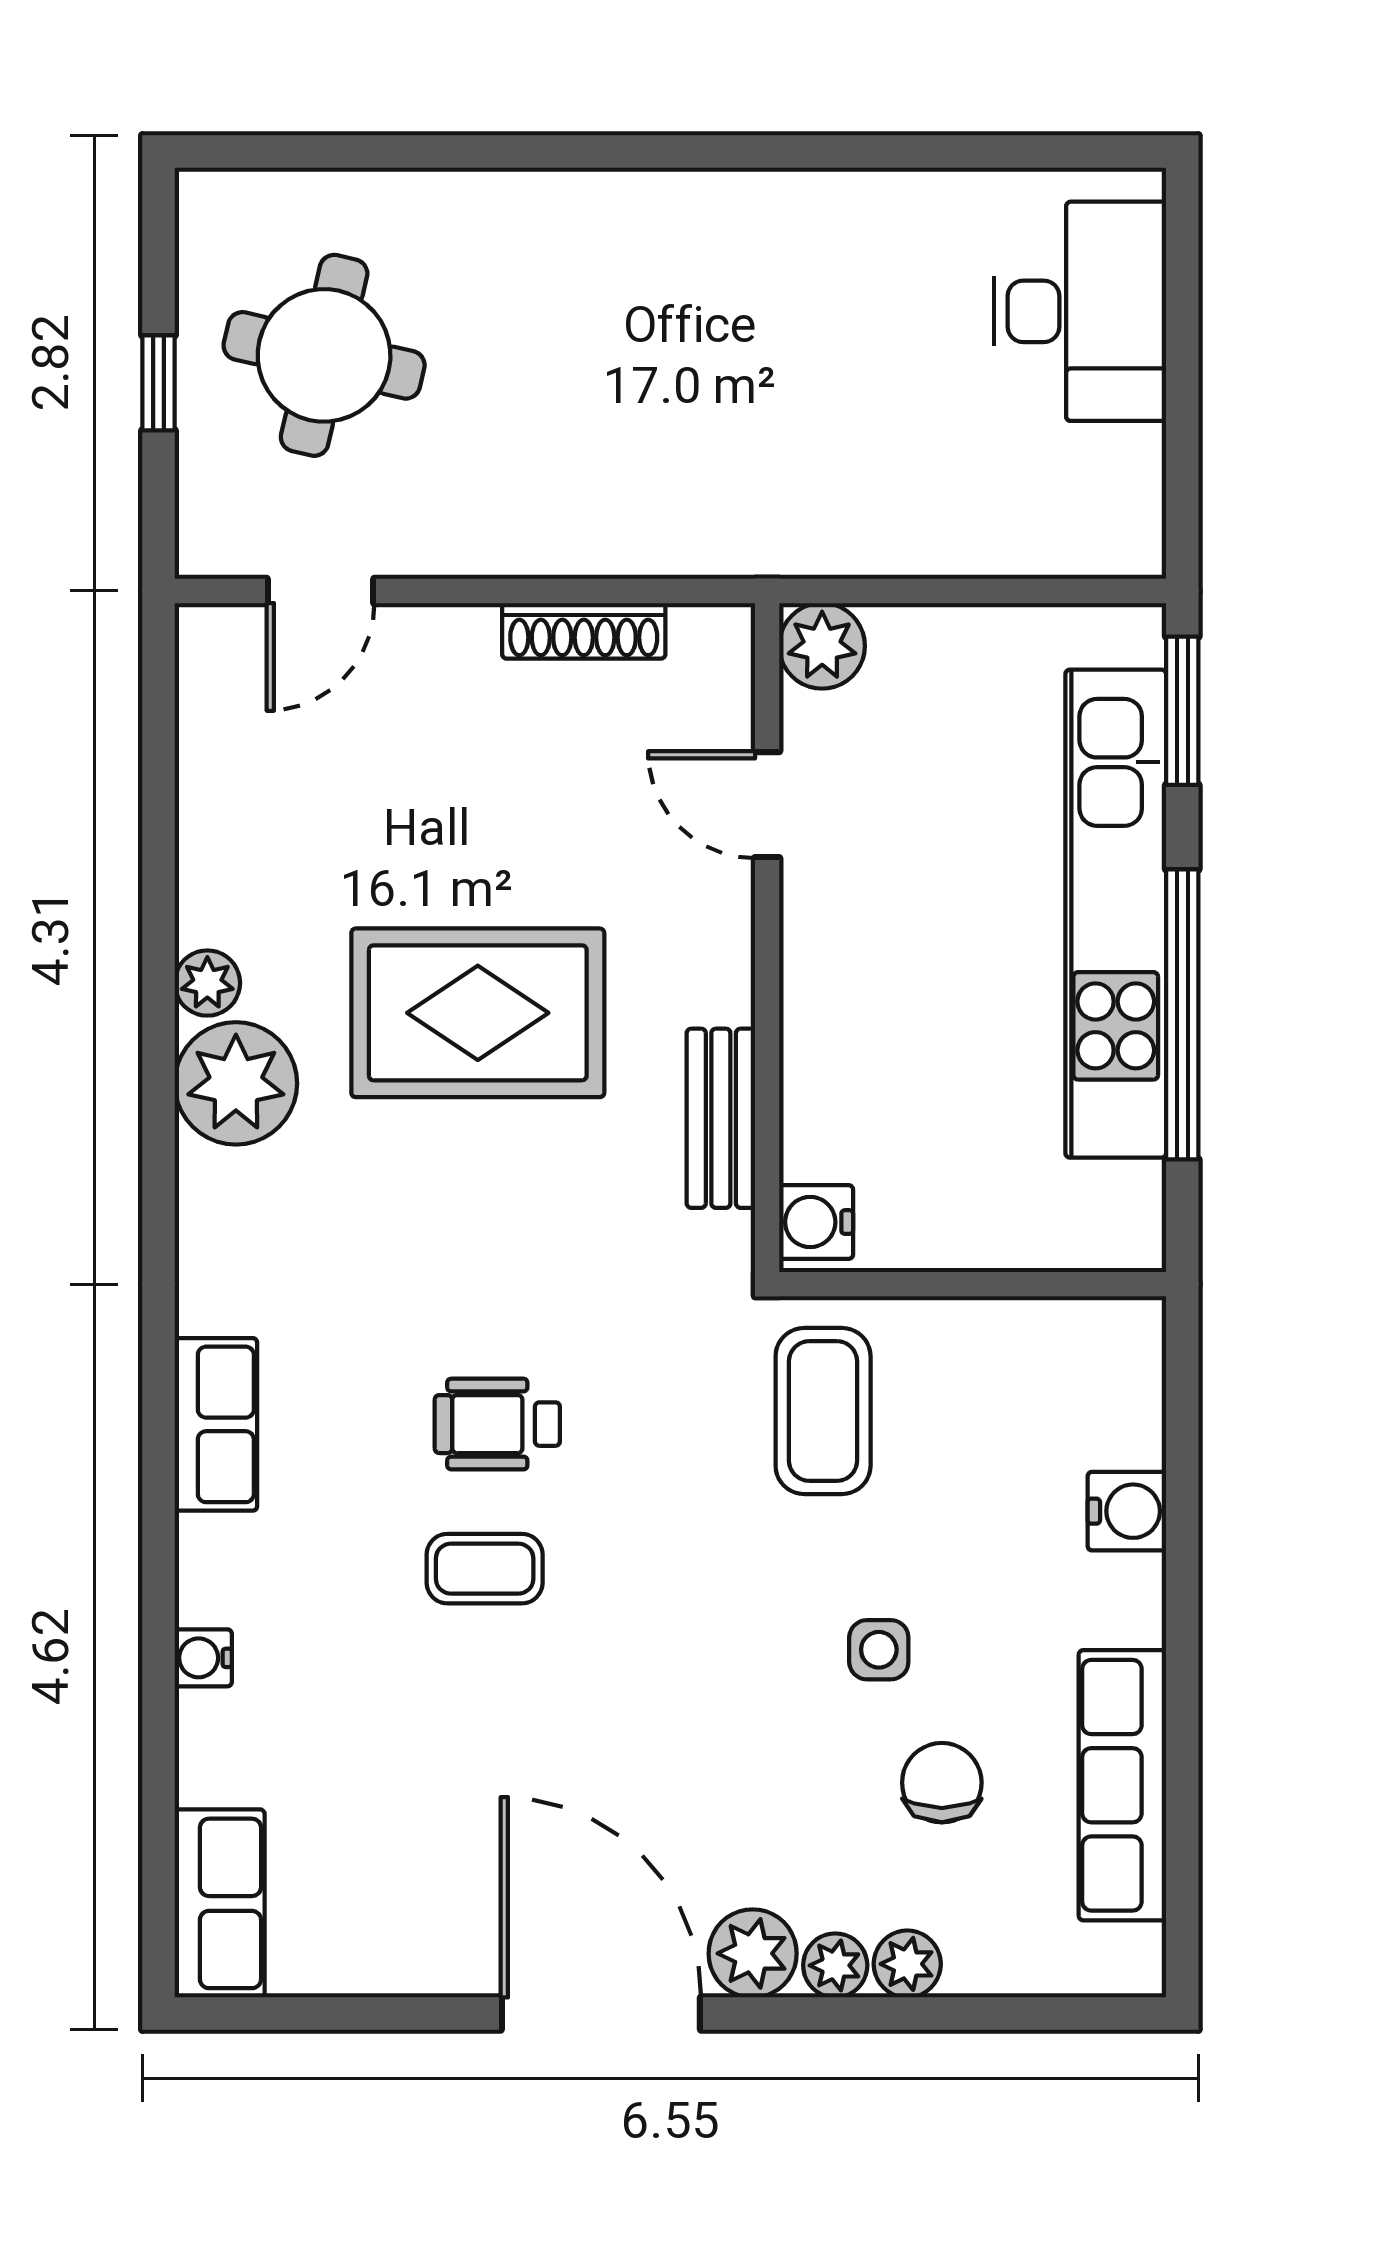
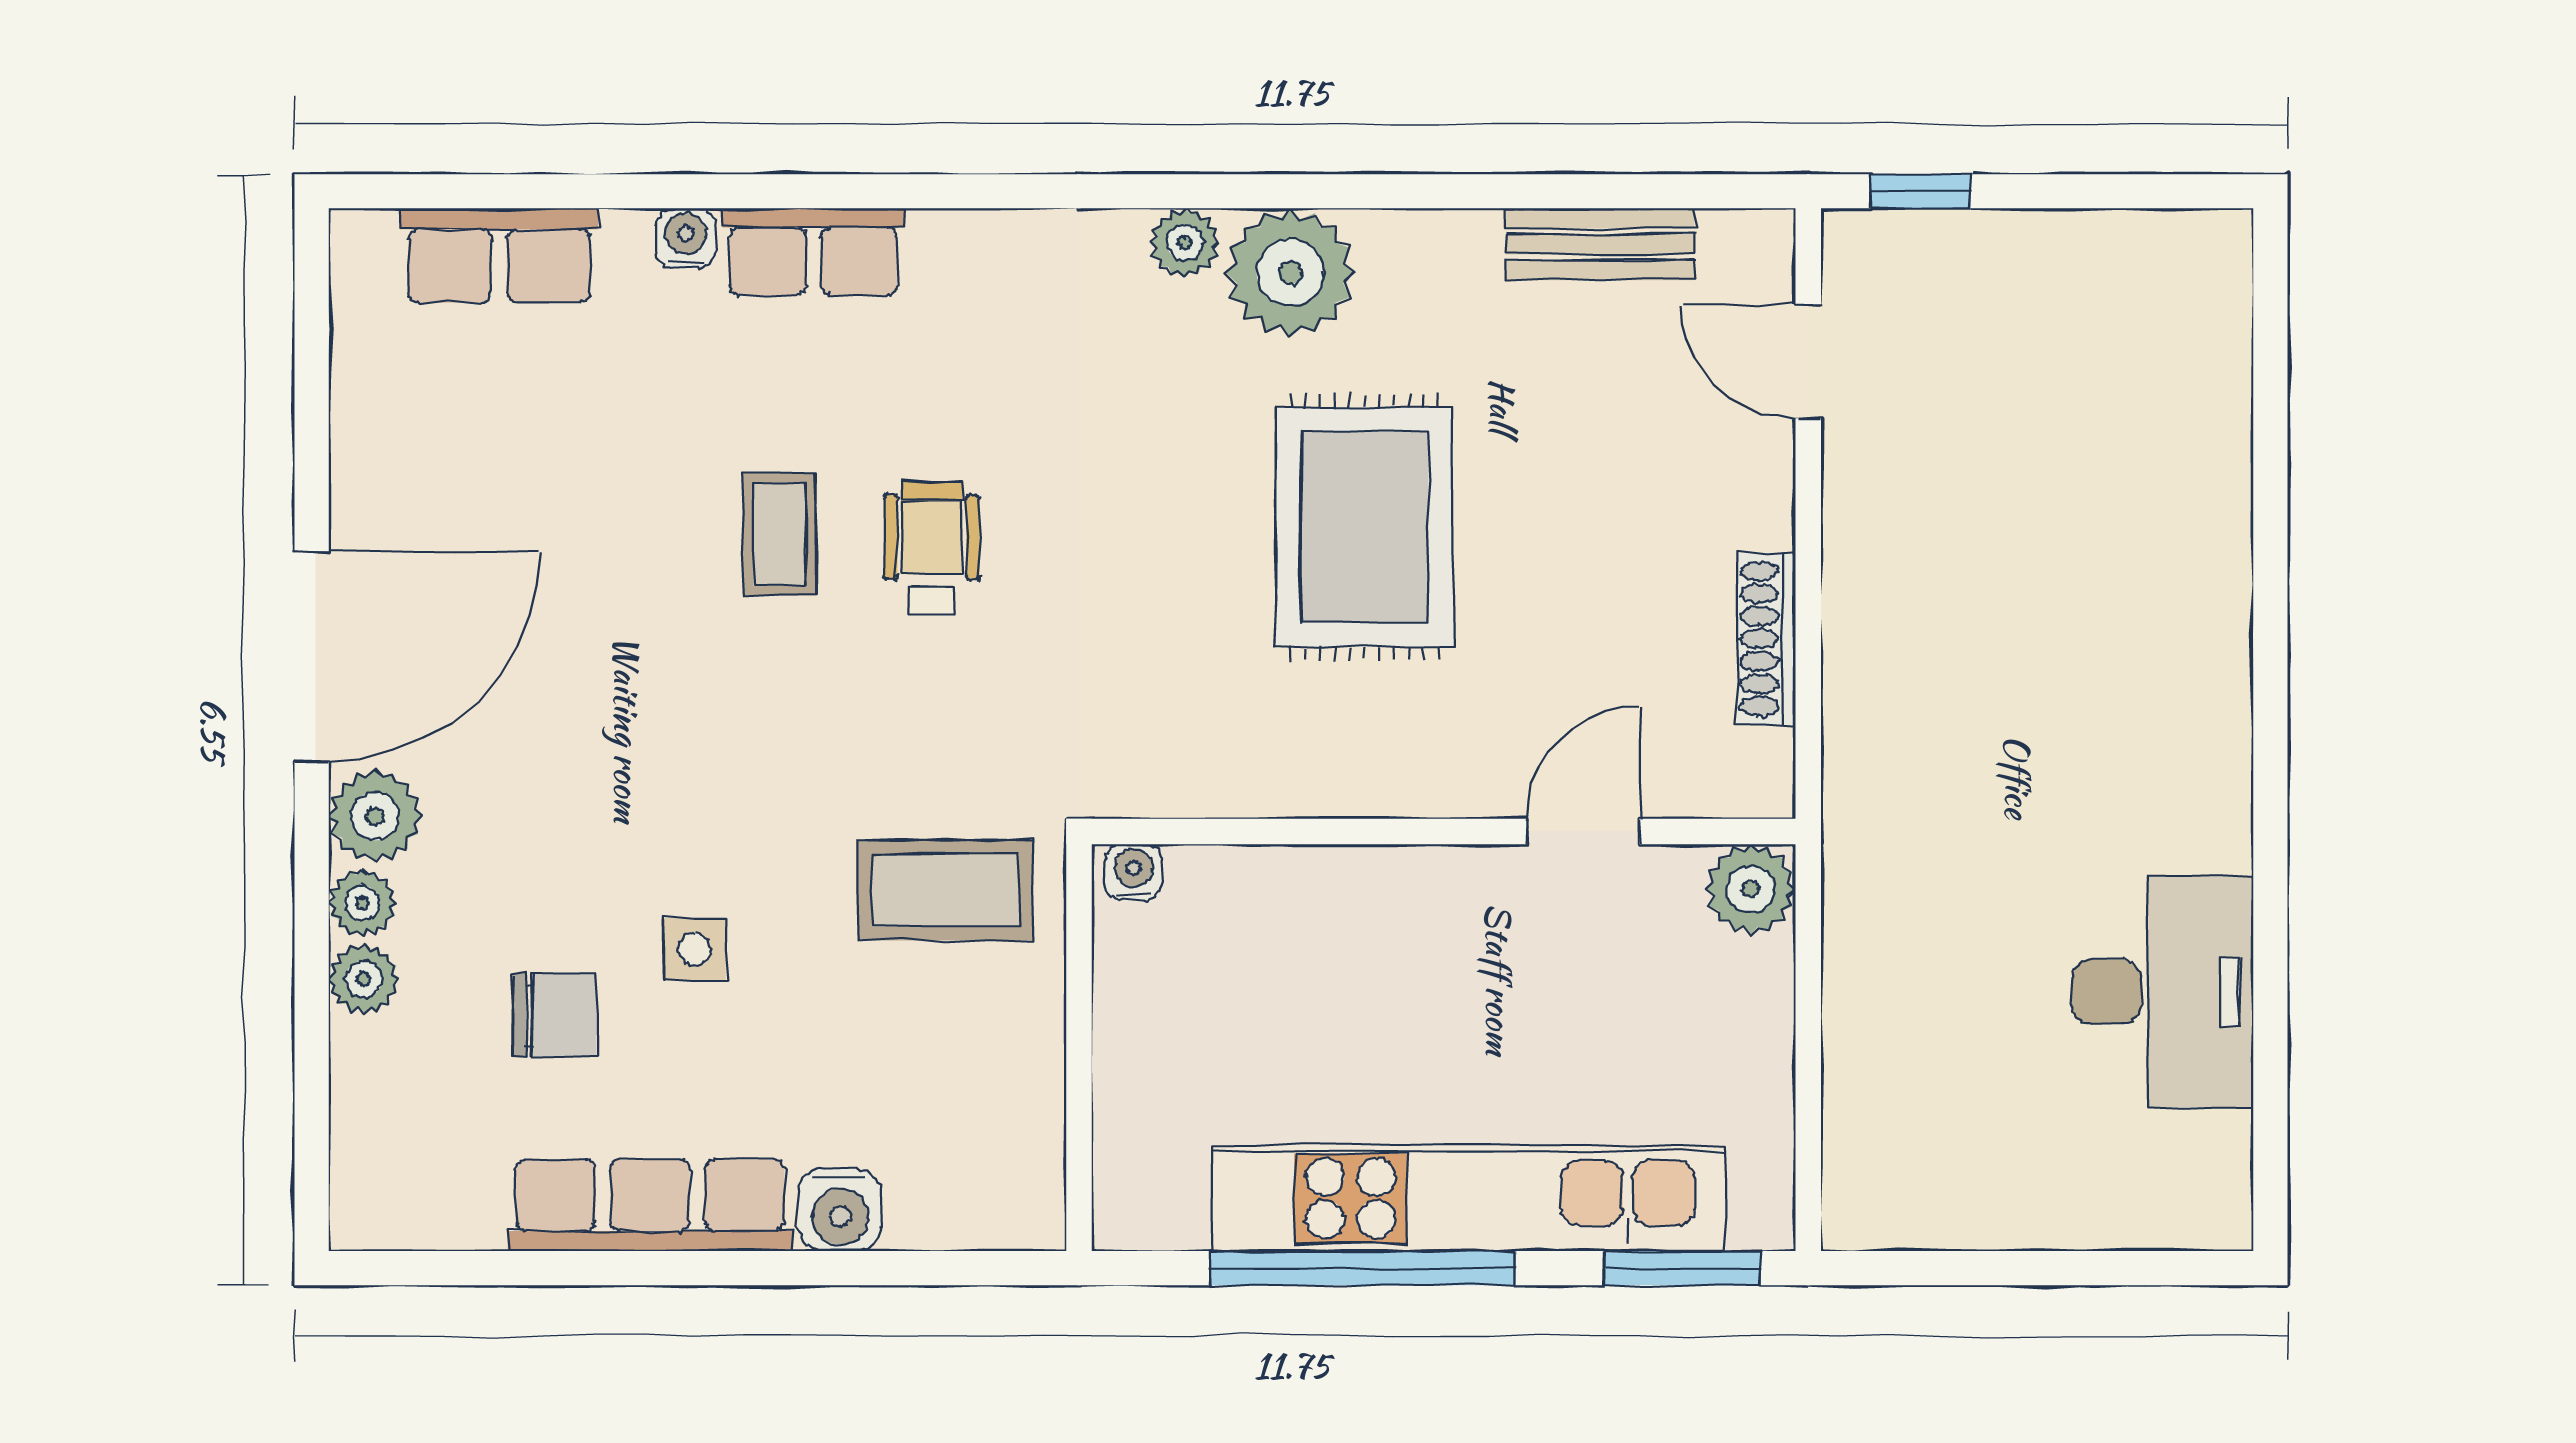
desk: (1080, 311) -> (2163, 992), moved, turned -90
round table: (324, 355) -> (2056, 365), removed
window: (159, 383) -> (1921, 191), moved
plant: (207, 983) -> (1185, 243), moved
bench: (721, 1118) -> (1600, 244), moved
water cooler: (816, 1222) -> (1134, 872), width x0.72, depth x0.72
row of seats: (216, 1424) -> (813, 252), moved
row of seats: (1122, 1785) -> (650, 1205), moved
row of seats: (220, 1903) -> (499, 256), moved

